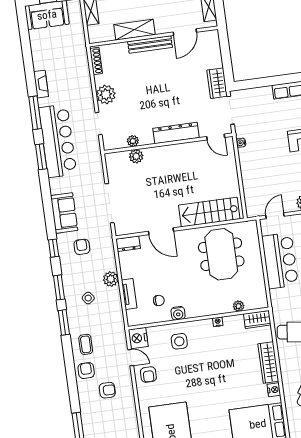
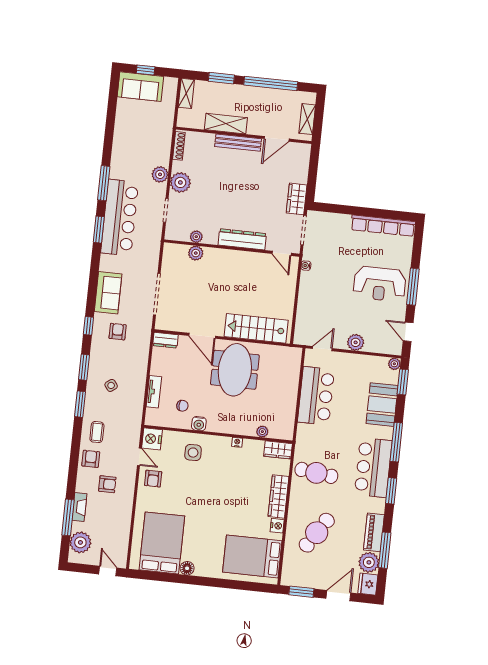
fireplace: (41, 84) -> (79, 507), moved
meeting table: (221, 254) -> (235, 370), moved
plant: (111, 279) -> (160, 174), moved

